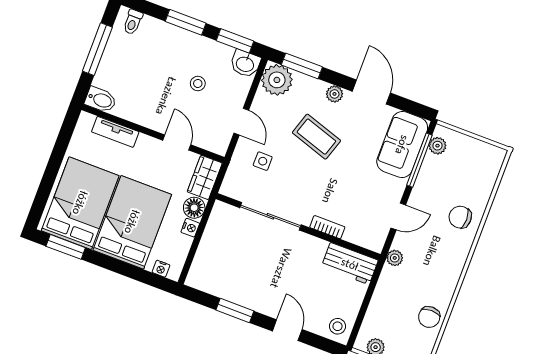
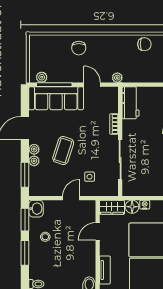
plant: (277, 80) -> (34, 161), moved, width x0.53, depth x0.53
stool: (198, 84) -> (45, 237), moved
sofa: (402, 145) -> (56, 98), width x1.36

